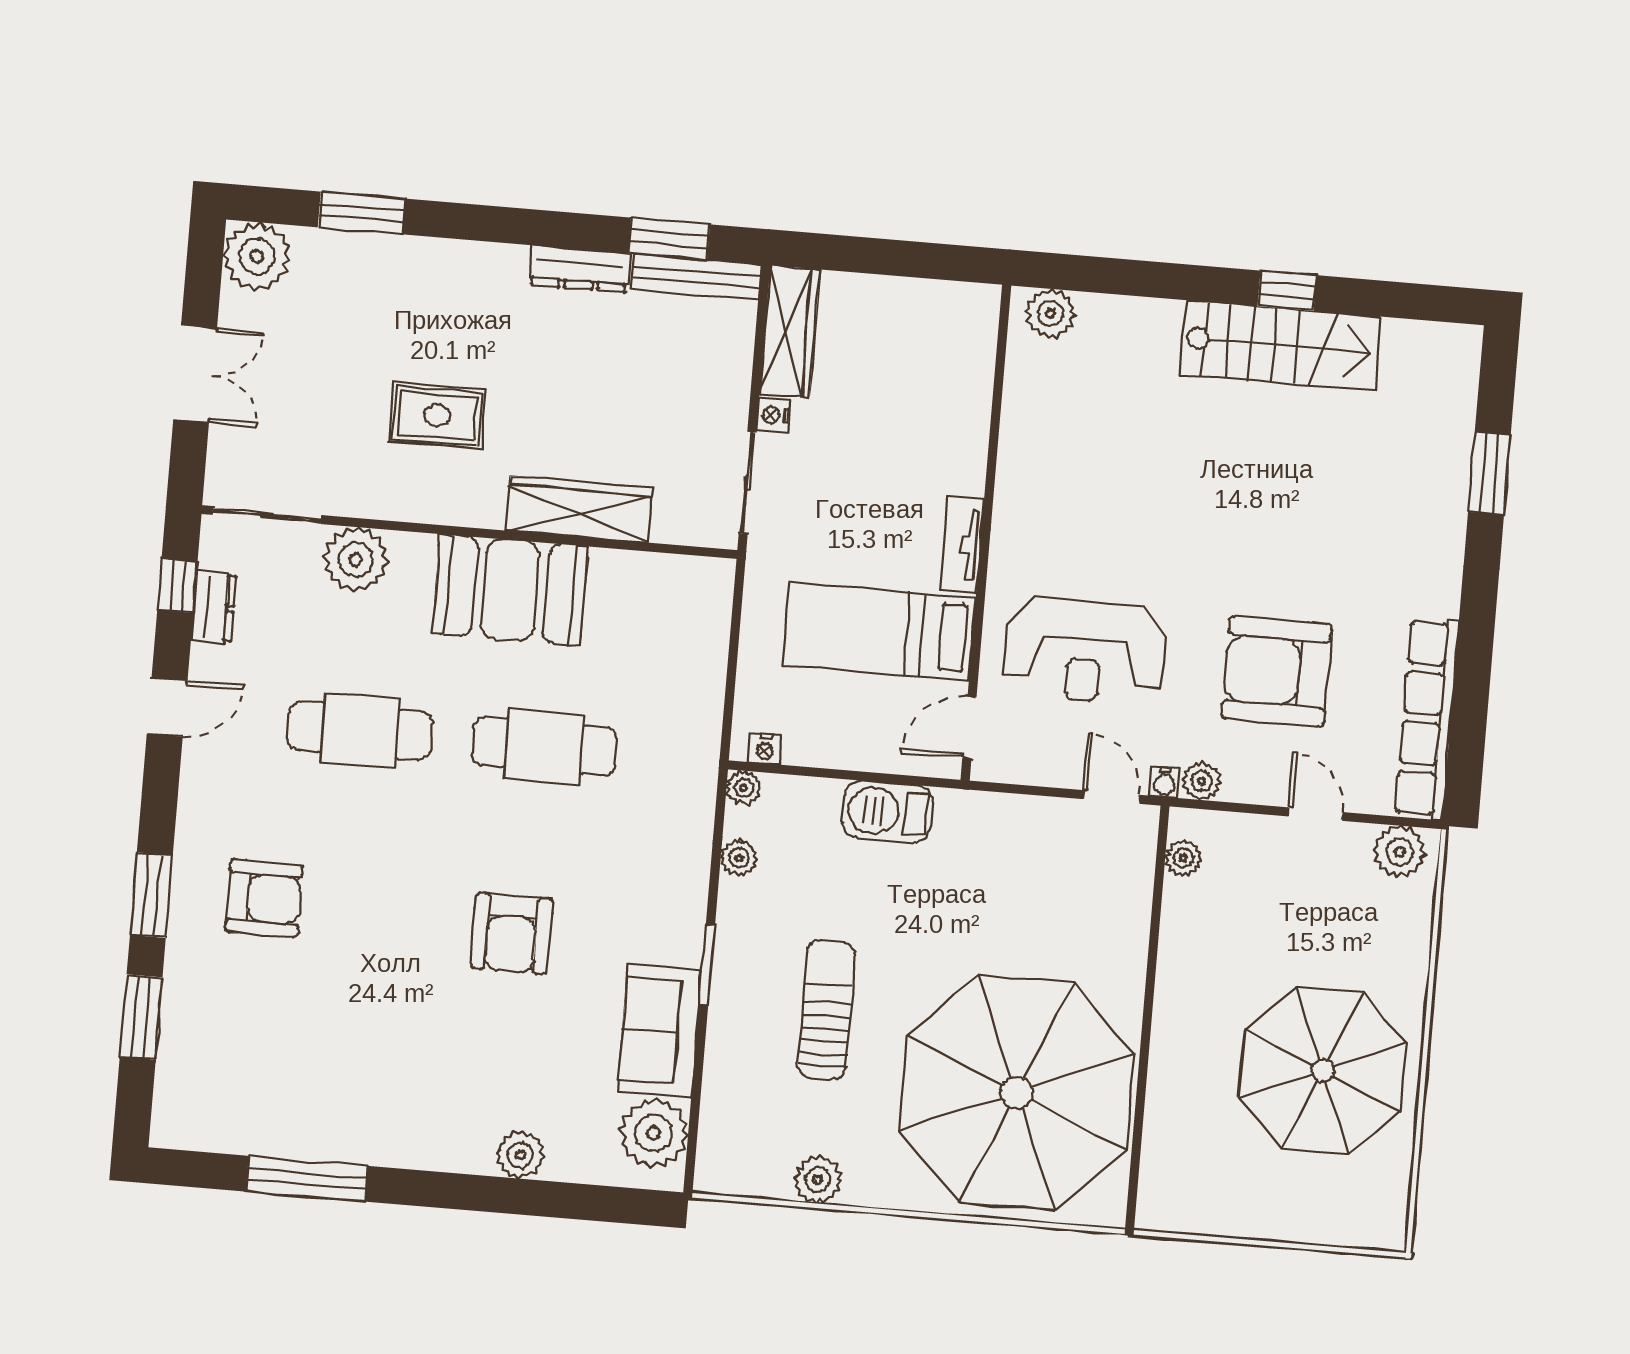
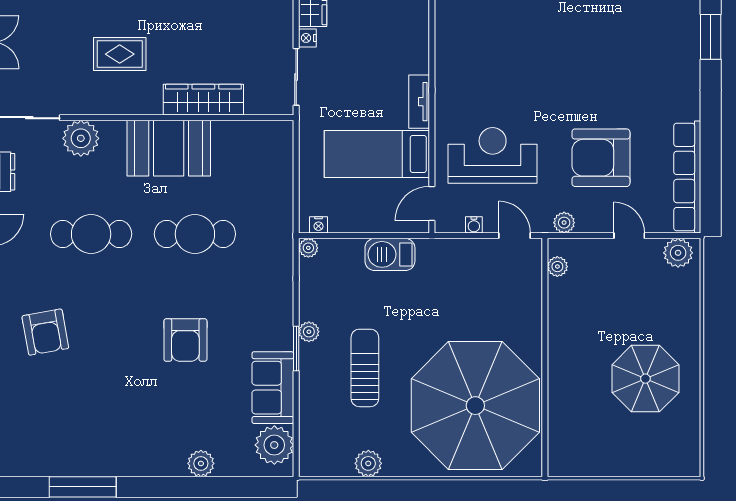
reception desk: (1085, 651) -> (493, 155), turned 180
water cooler: (1164, 782) -> (474, 225), moved
plant: (739, 858) -> (309, 332), moved
armchair: (264, 898) -> (45, 332), turned 80
parasol: (1323, 1070) -> (645, 379), width x0.73, depth x0.73

